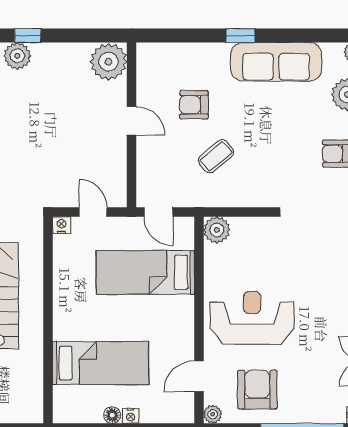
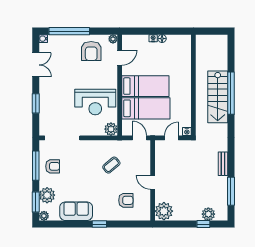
sofa: (276, 62) -> (76, 211), width x0.73
armchair: (194, 105) -> (126, 200), moved
door: (93, 212) -> (171, 138), swing flipped
reception desk: (252, 318) -> (95, 102), moved
bed: (101, 363) -> (145, 86), moved, turned 180

